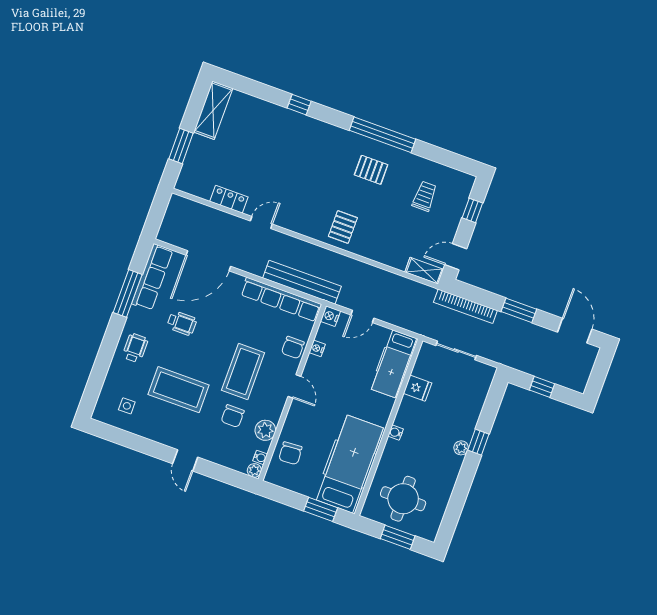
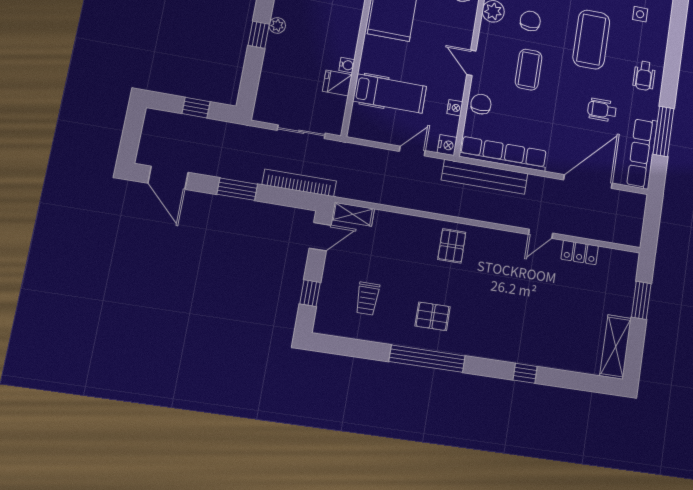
hospital bed: (394, 364) -> (390, 94), moved, turned 90
coffee table: (243, 372) -> (529, 70), width x0.73, depth x0.76
coffee table: (179, 390) -> (591, 40), turned 90
water cooler: (396, 433) -> (347, 65), moved

